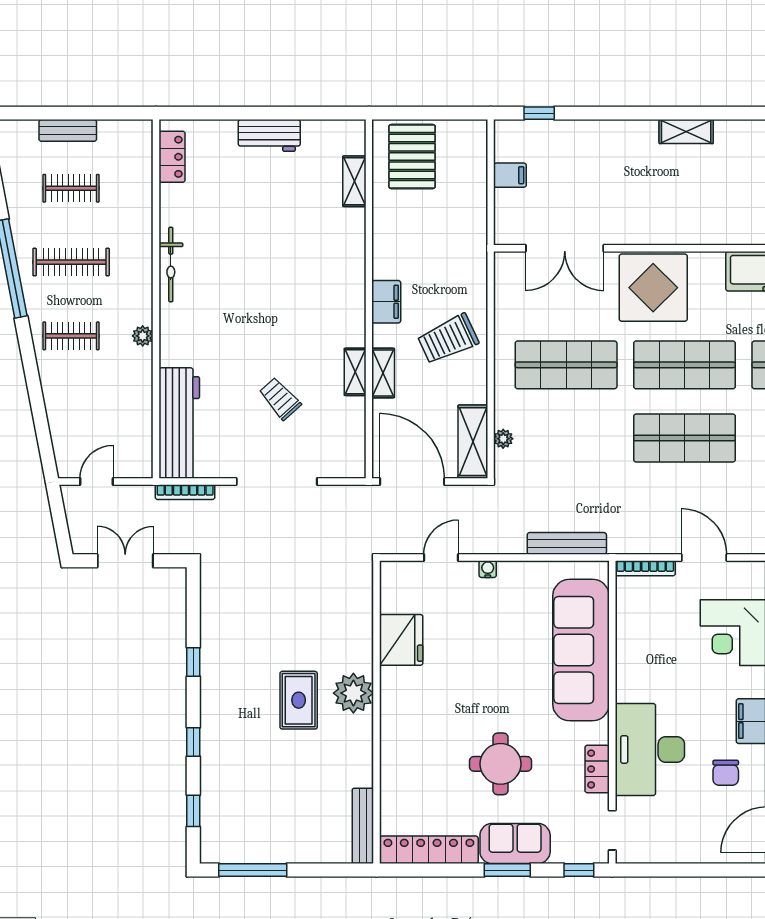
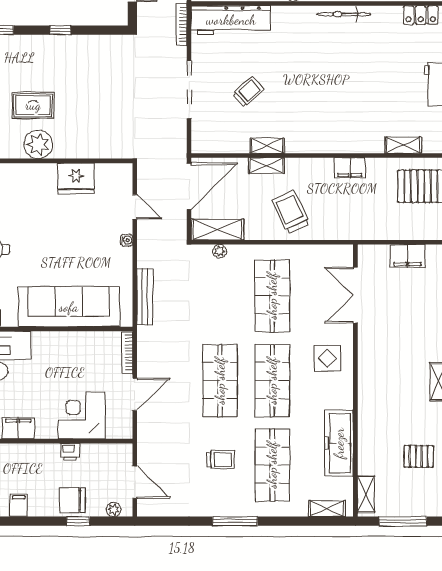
filing cabinet: (510, 175) -> (408, 256), width x2.00
display table: (653, 288) -> (327, 358), width x0.54, depth x0.54
filing cabinet: (386, 302) -> (350, 168), moved

